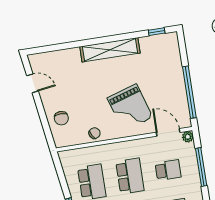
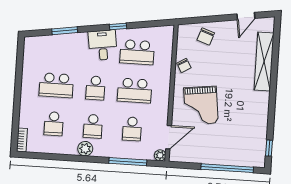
shelving: (110, 50) -> (264, 61), moved
window: (189, 92) -> (227, 168), moved
grand piano: (130, 108) -> (201, 105), turned -80
chair: (61, 118) -> (206, 37), turned -71

